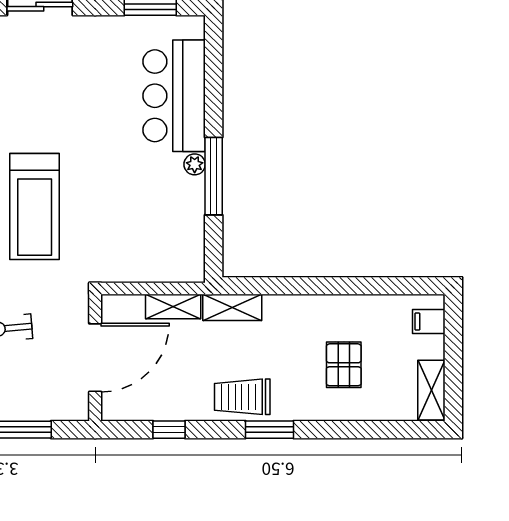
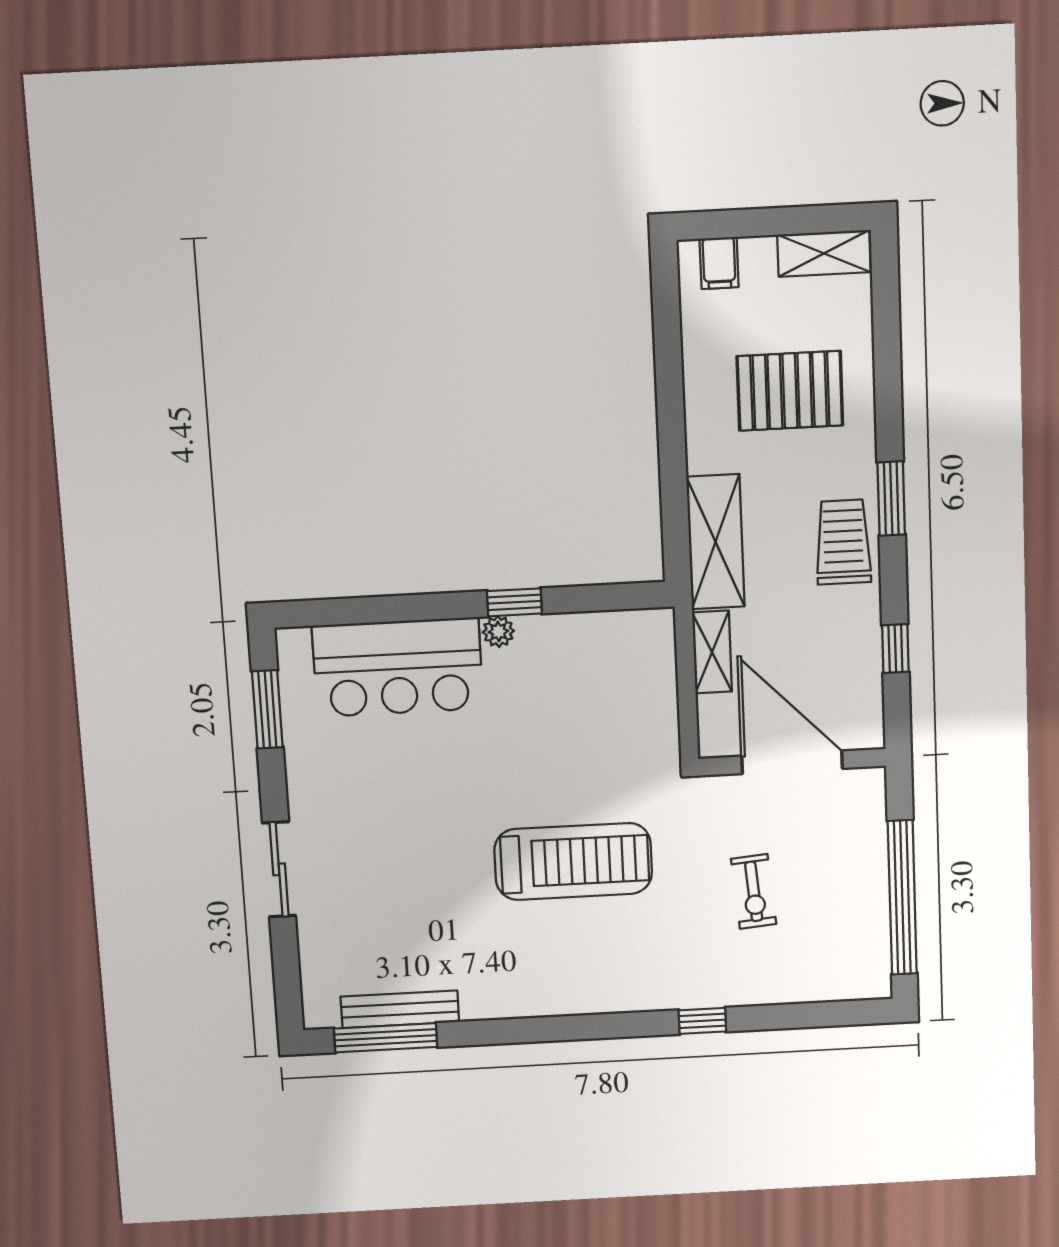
window: (214, 176) -> (514, 602), width x0.46
shelving: (232, 307) -> (716, 542), width x1.50, depth x1.33
pallet: (344, 365) -> (790, 391), width x1.50, depth x1.42
trolley: (242, 397) -> (843, 542), turned 180

